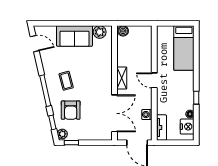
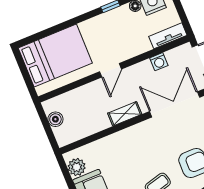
boiler: (123, 31) -> (55, 119), moved
bed: (184, 48) -> (55, 55), width x1.50

